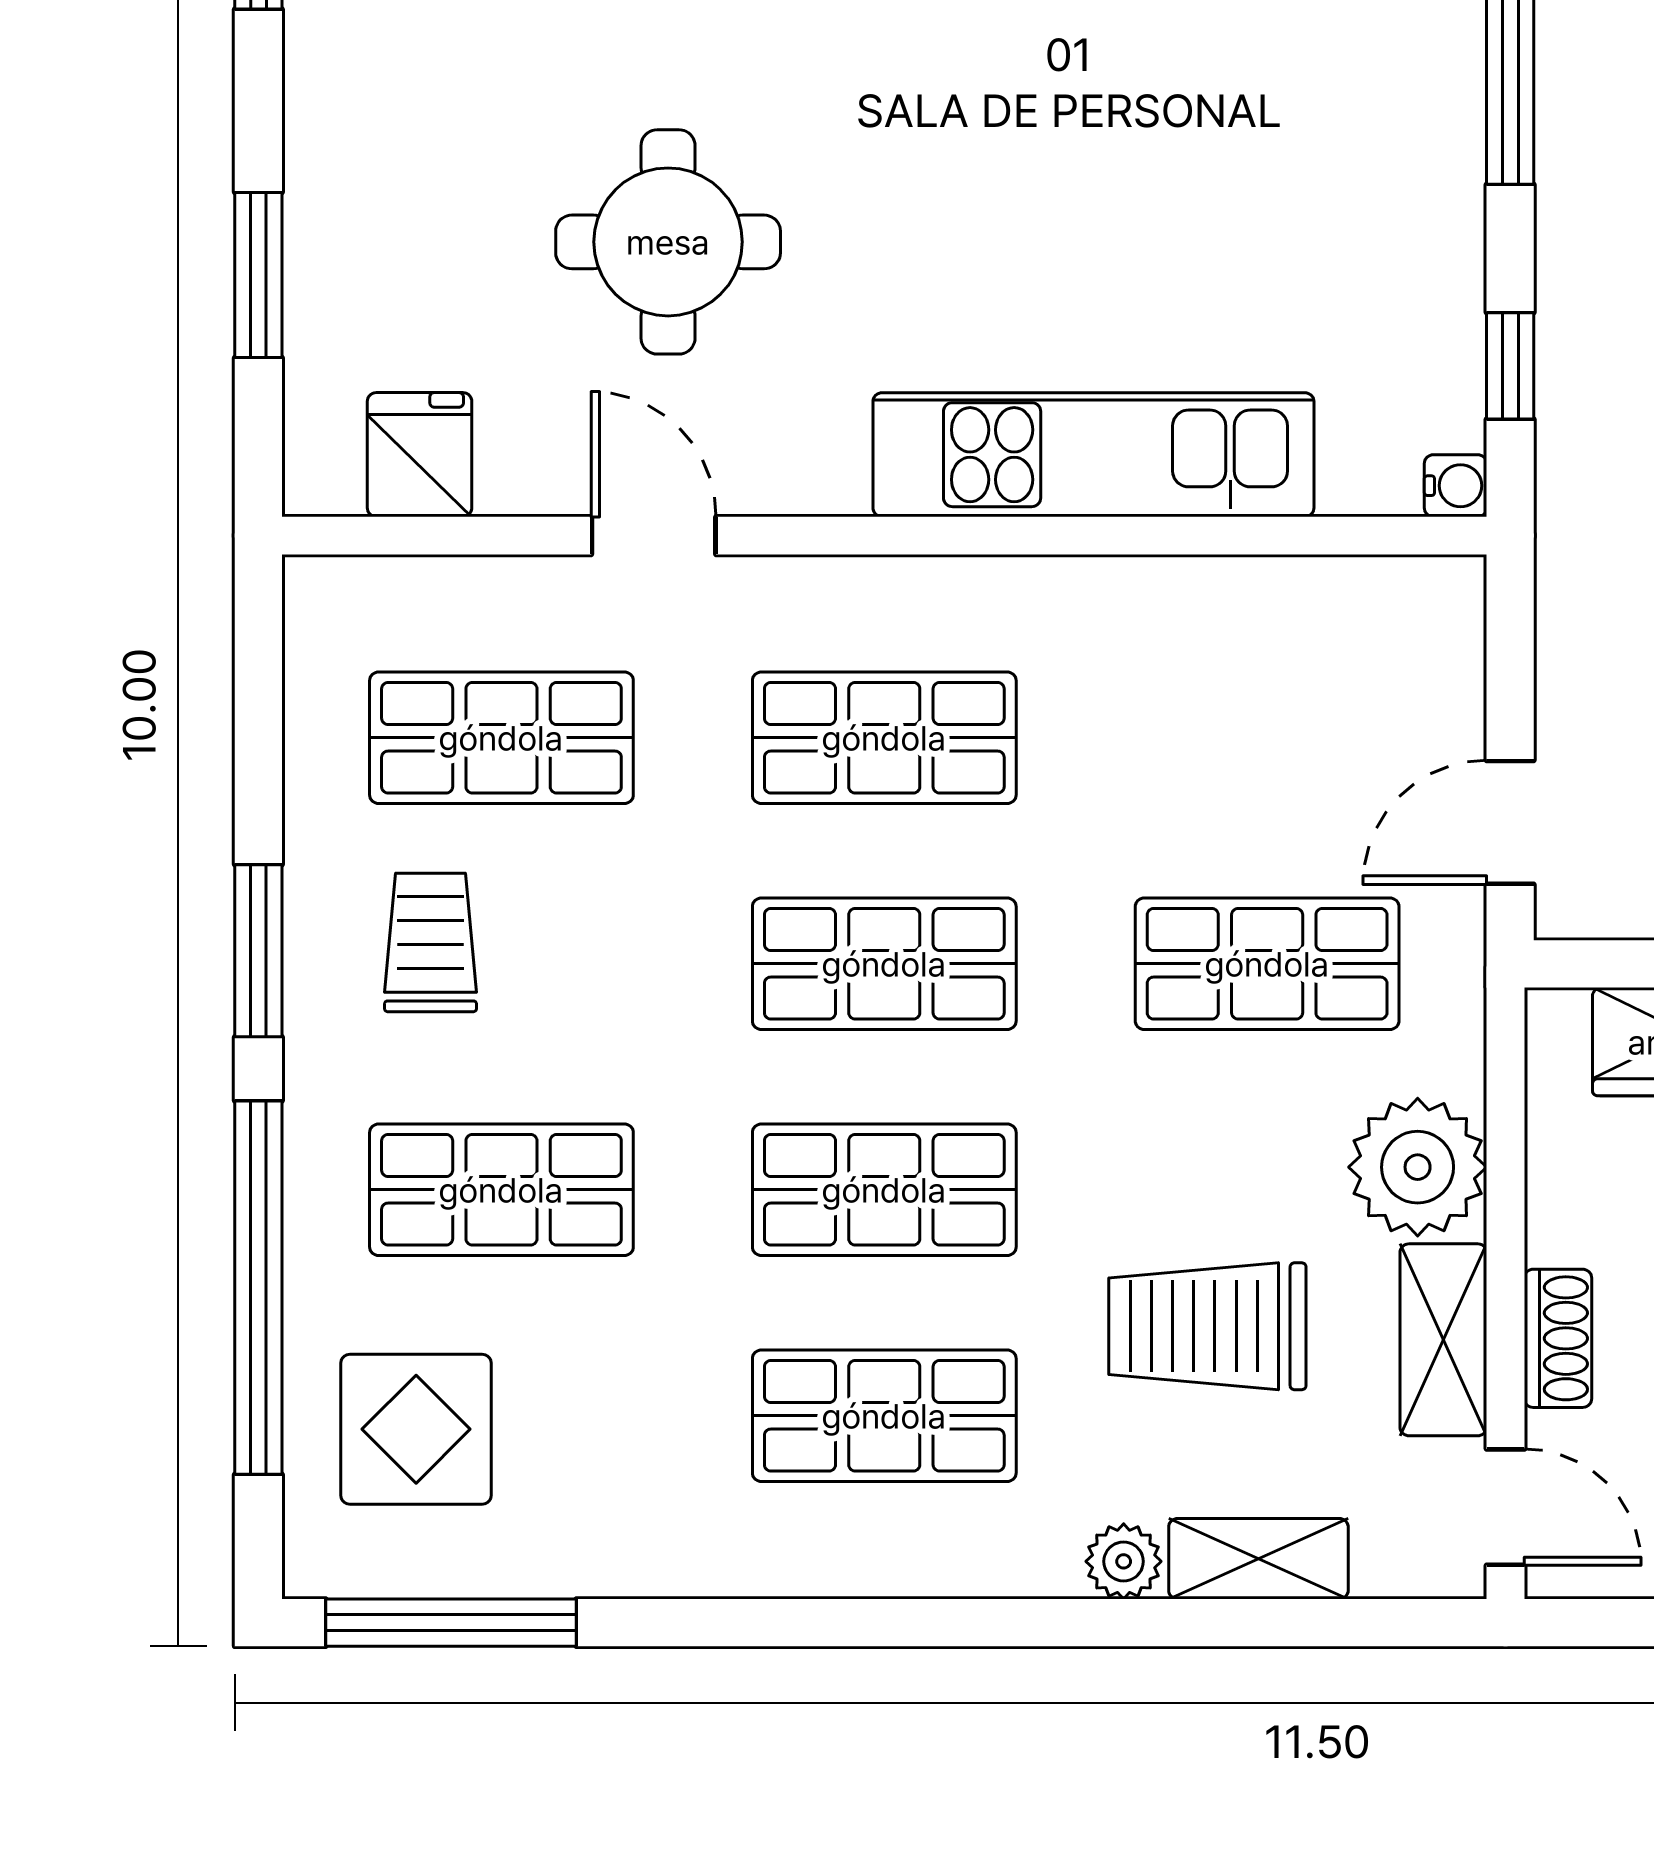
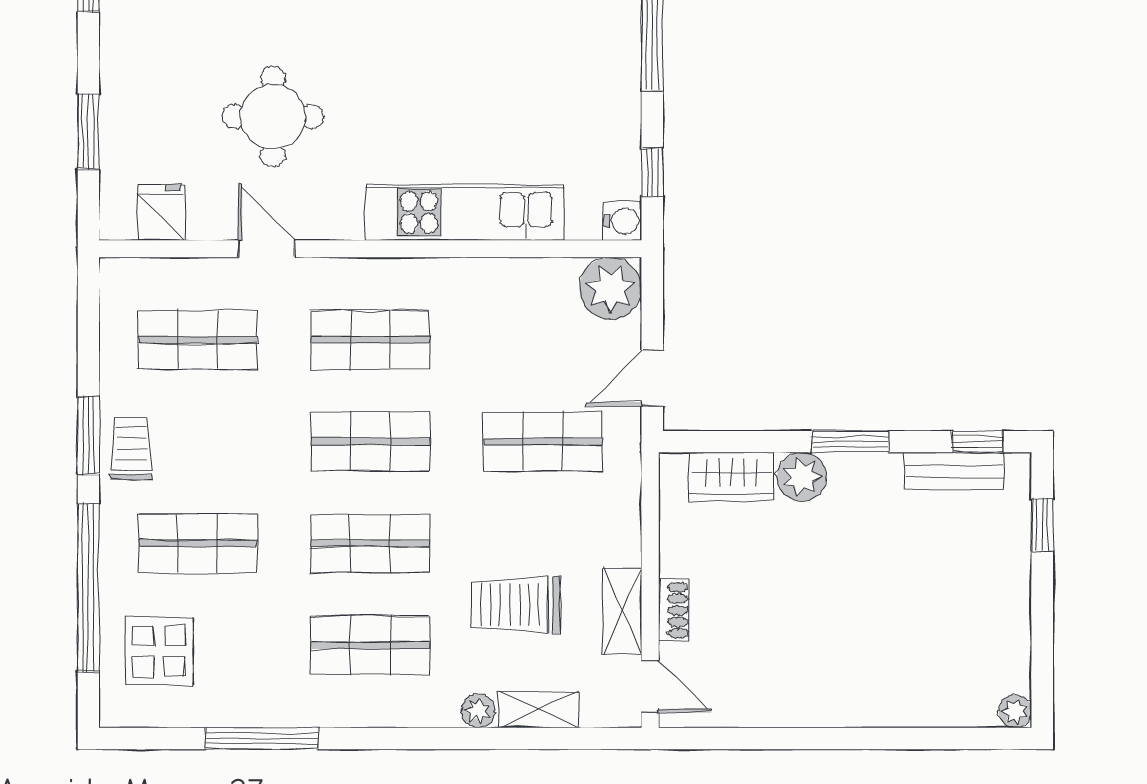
water cooler: (1456, 486) -> (622, 221), width x1.38, depth x1.38
trolley: (431, 942) -> (131, 448), moved
plant: (1418, 1167) -> (610, 288), moved
window: (451, 1623) -> (262, 738), moved

